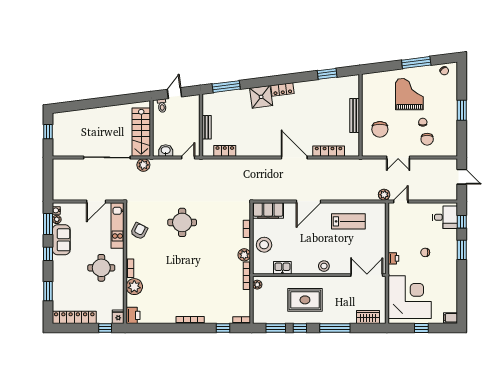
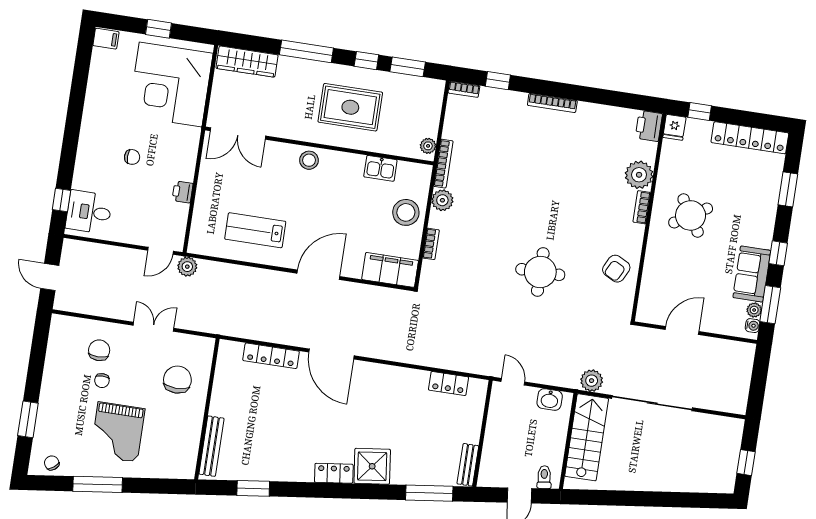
window: (462, 110) -> (28, 419), moved
bench: (355, 116) -> (211, 446), moved
bench: (207, 127) -> (468, 465), moved
door: (188, 157) -> (513, 382), swing flipped
kitchen unit: (118, 225) -> (652, 284), removed
window: (462, 250) -> (69, 152), removed
printer: (393, 258) -> (183, 192), moved
round table: (101, 268) -> (691, 215), turned -32
wardrobe: (368, 317) -> (247, 62), width x1.50

